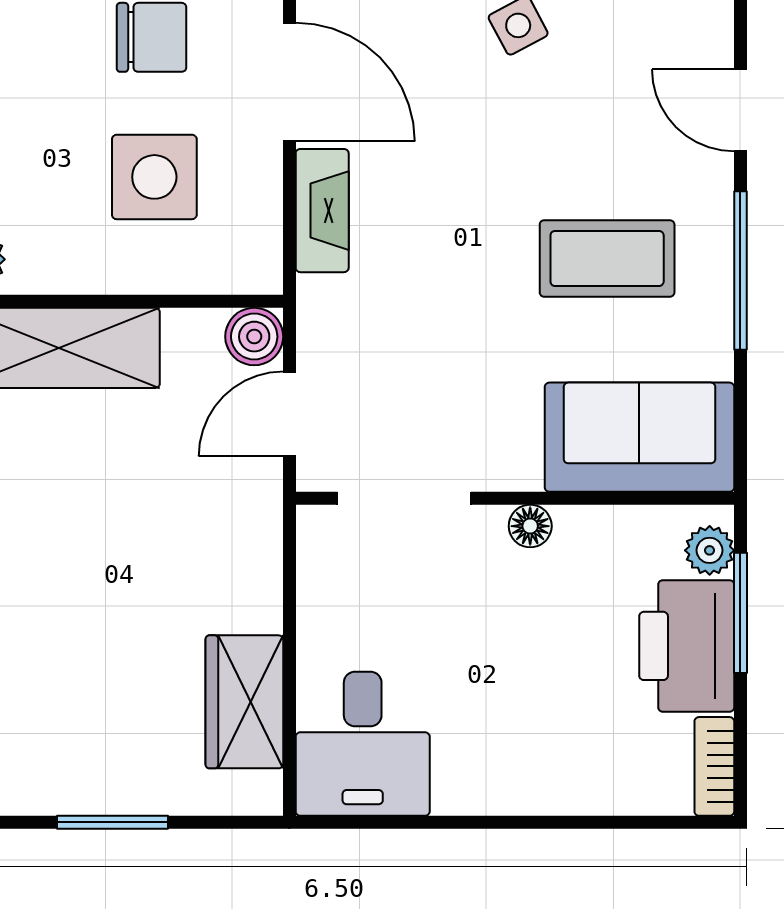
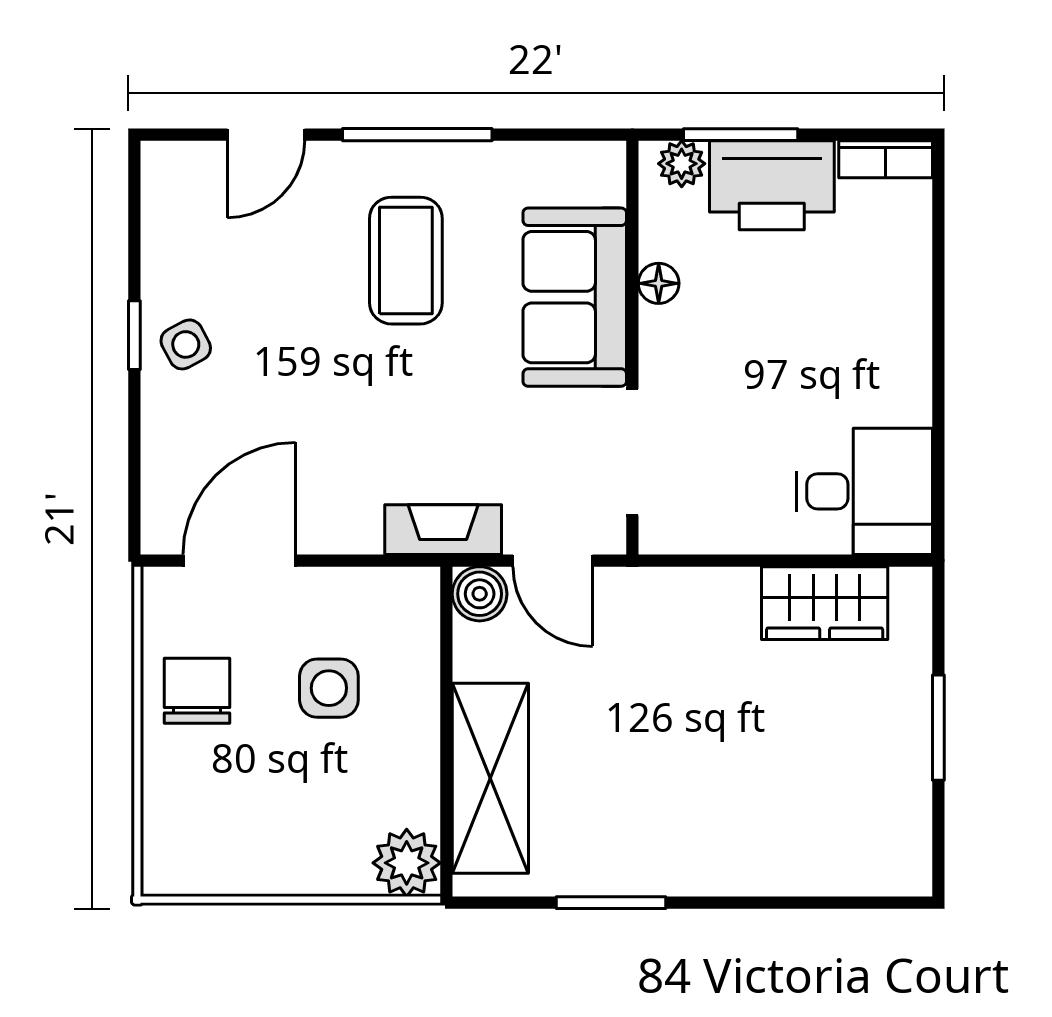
side table: (154, 177) -> (329, 688), width x0.73, depth x0.73
fireplace: (322, 211) -> (443, 530), moved
sofa: (639, 437) -> (575, 297), moved
floor lamp: (530, 526) -> (659, 283), moved

